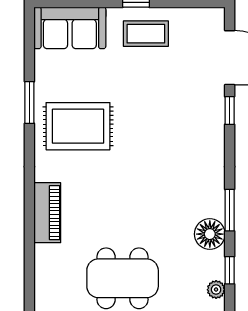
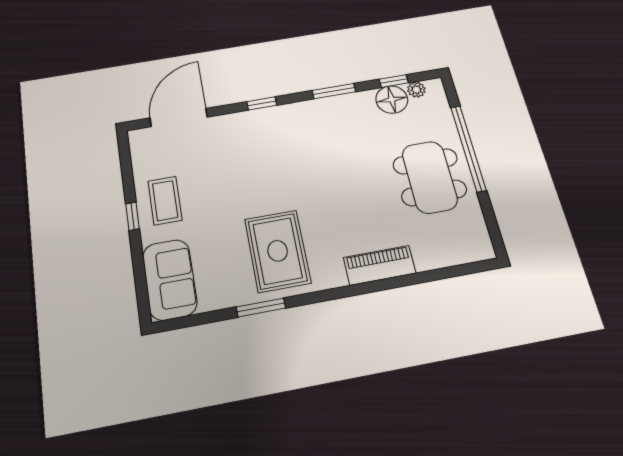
window: (230, 111) -> (262, 103), moved
floor lamp: (210, 234) -> (392, 100), moved

